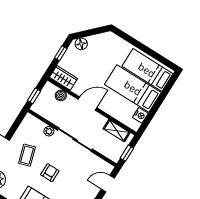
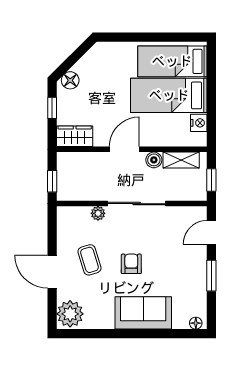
boiler: (61, 95) -> (154, 160), moved

